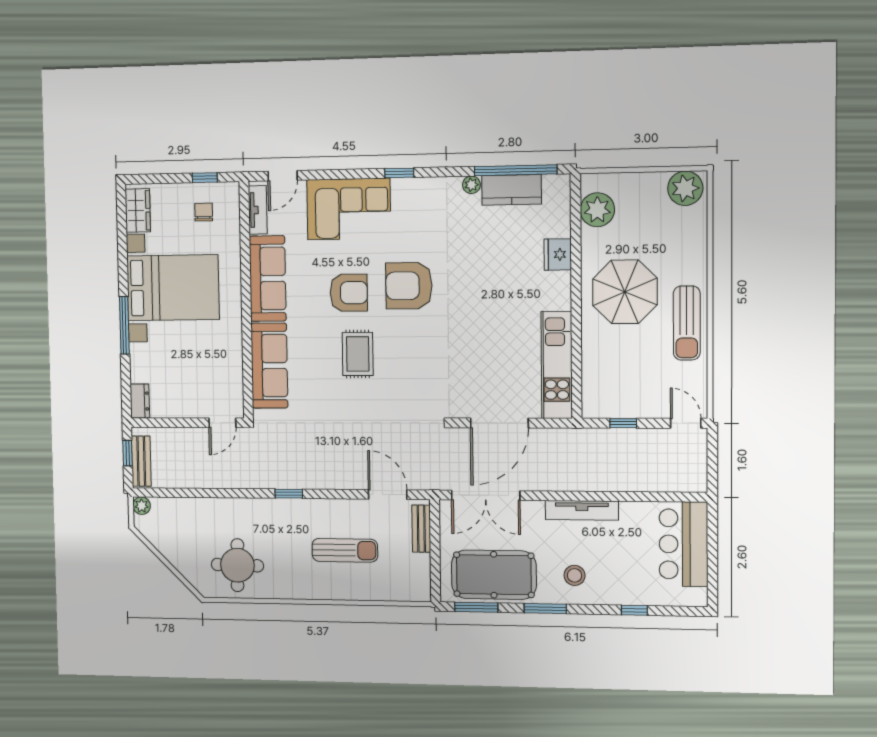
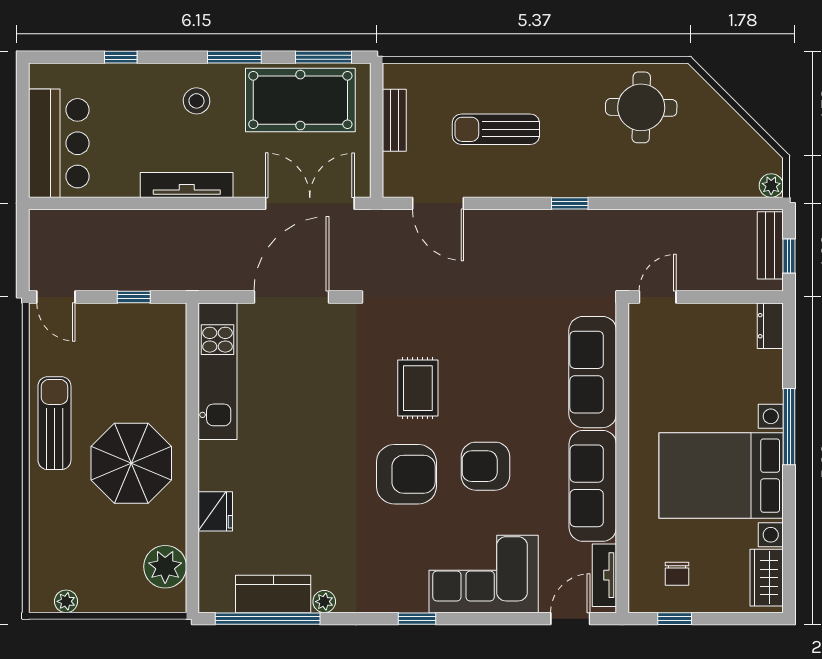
plant: (685, 188) -> (66, 601), width x0.53, depth x0.53
rug: (358, 354) -> (418, 388), moved
bench: (421, 529) -> (394, 120), moved

